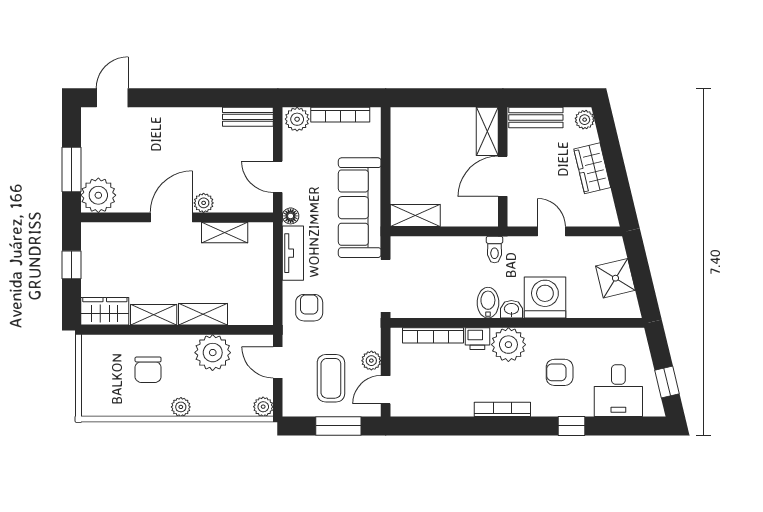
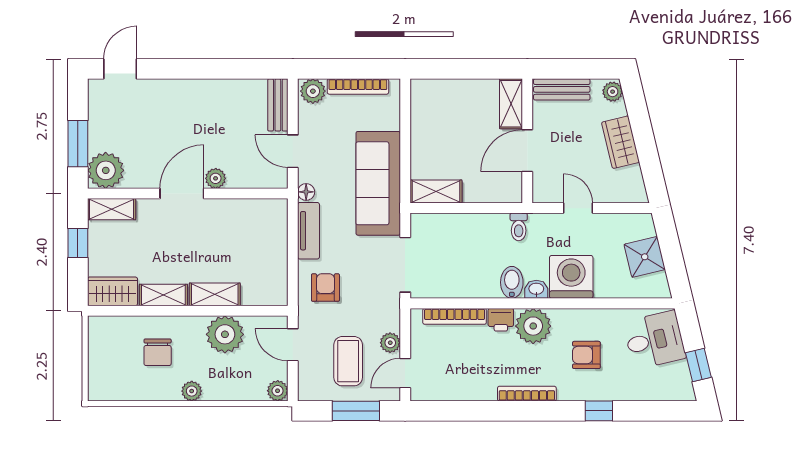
bench: (248, 117) -> (278, 105), moved, turned 90
shelving: (225, 232) -> (112, 209), moved
desk: (618, 391) -> (654, 340), moved, turned -103

